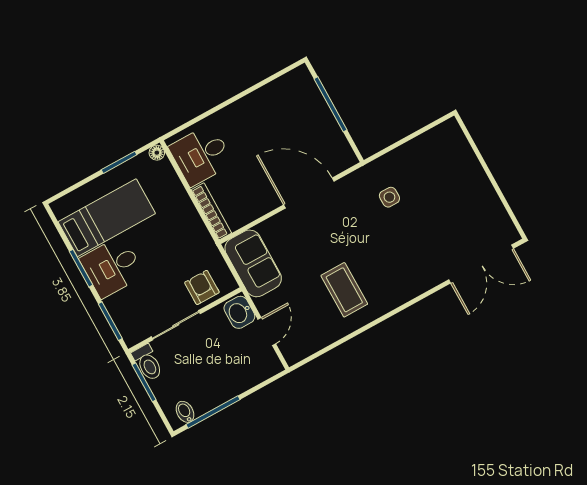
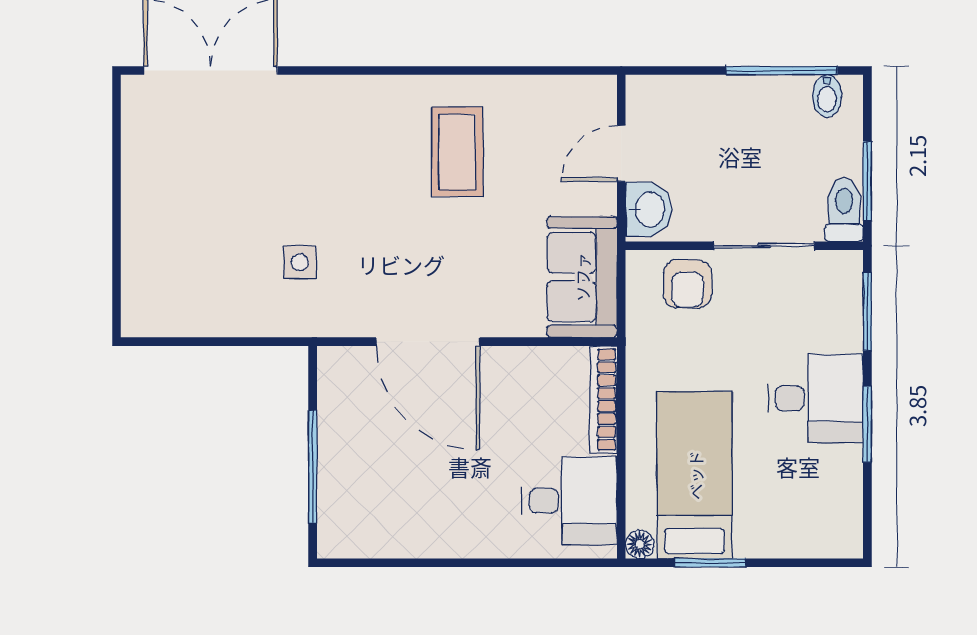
bed: (107, 218) -> (695, 475), moved, turned 90

